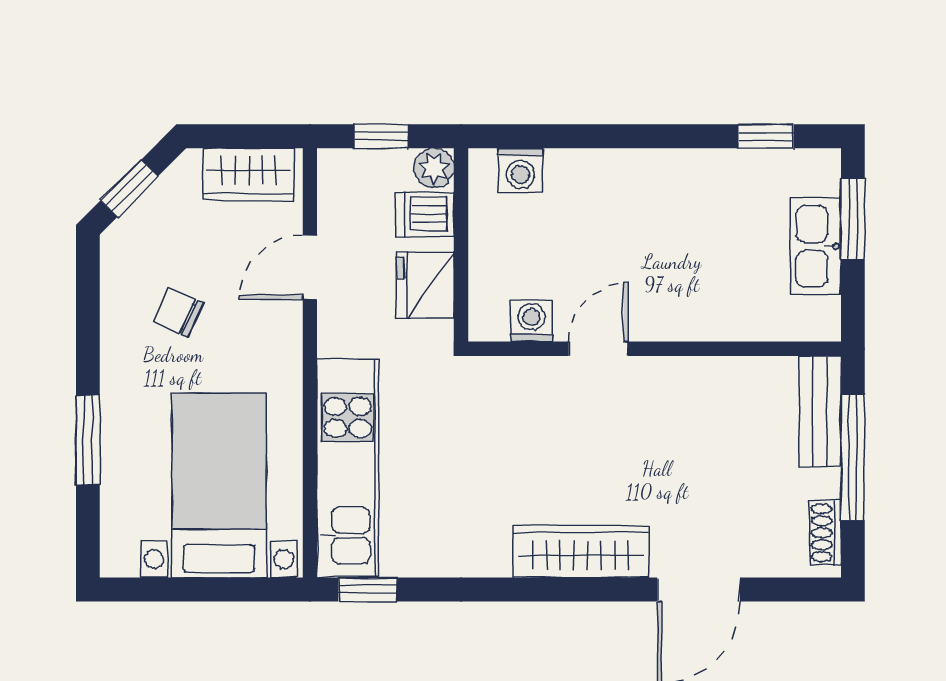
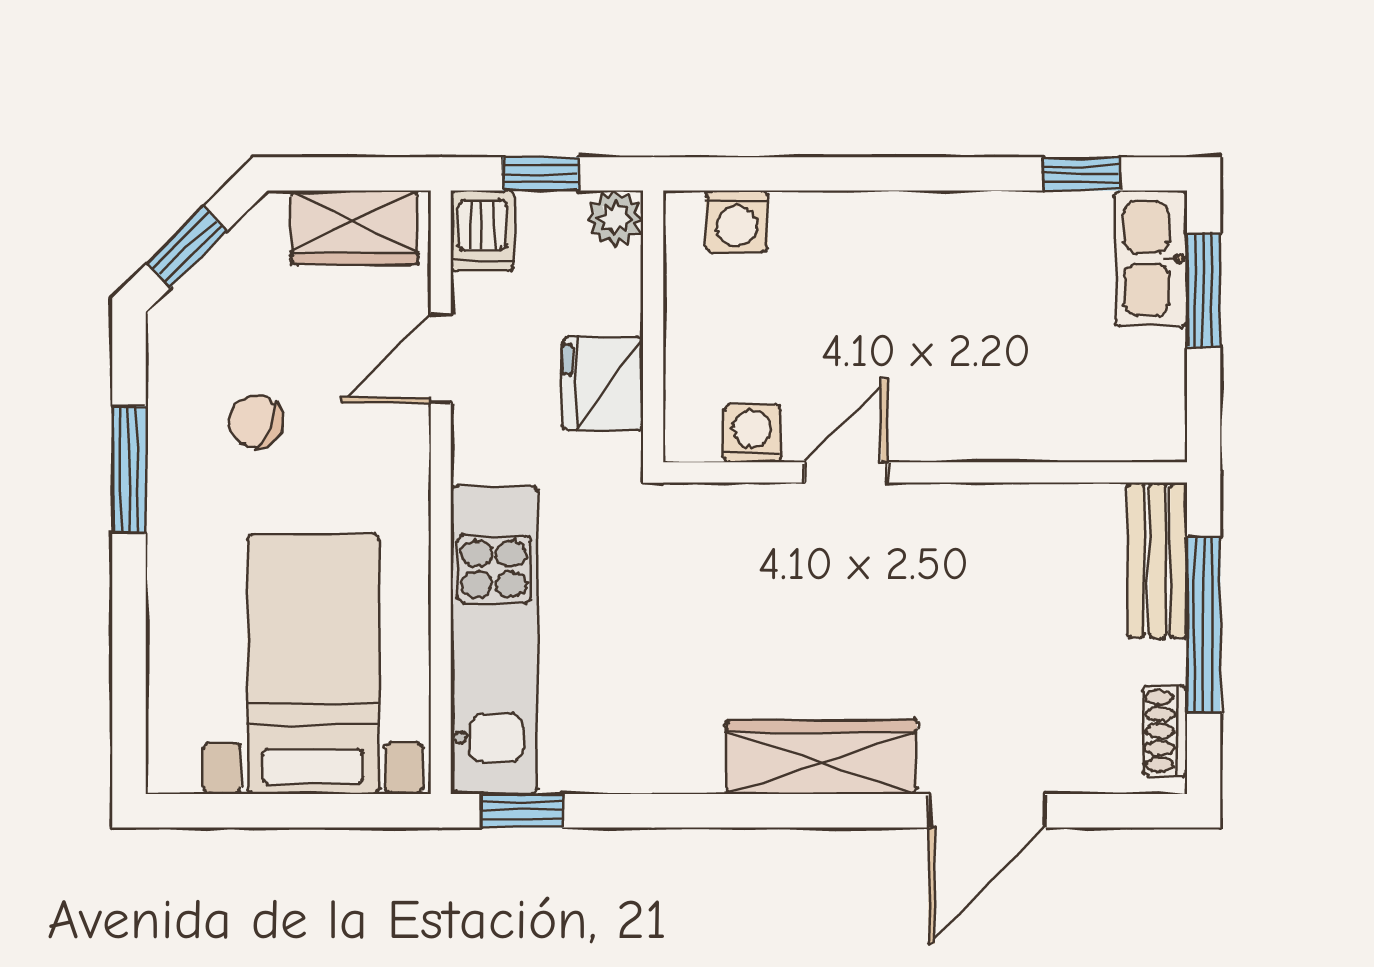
dishwasher: (425, 214) -> (482, 231), moved, turned -90
kitchen sink: (816, 246) -> (1151, 258), moved
window: (88, 440) -> (129, 469), moved

